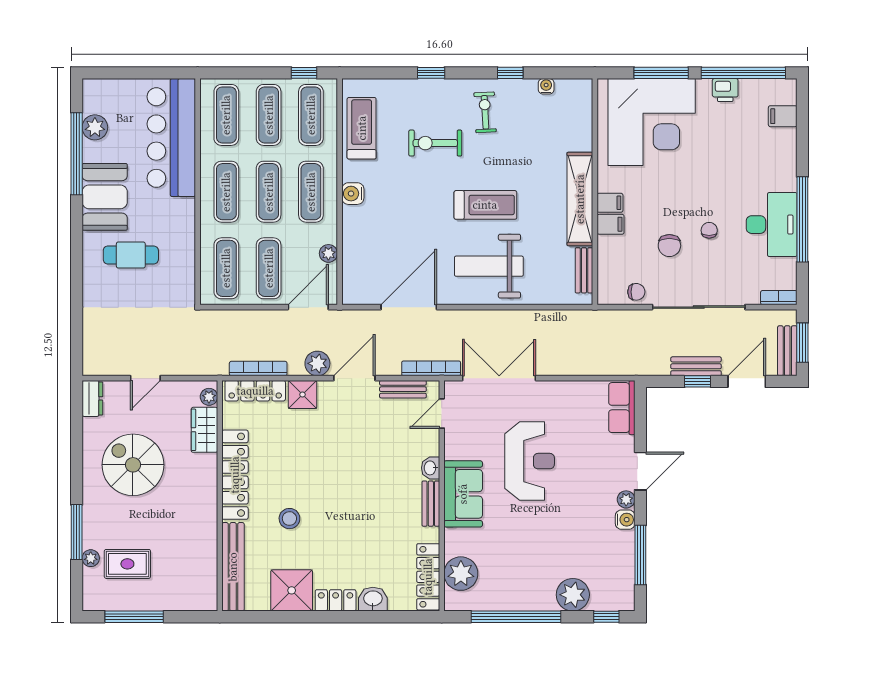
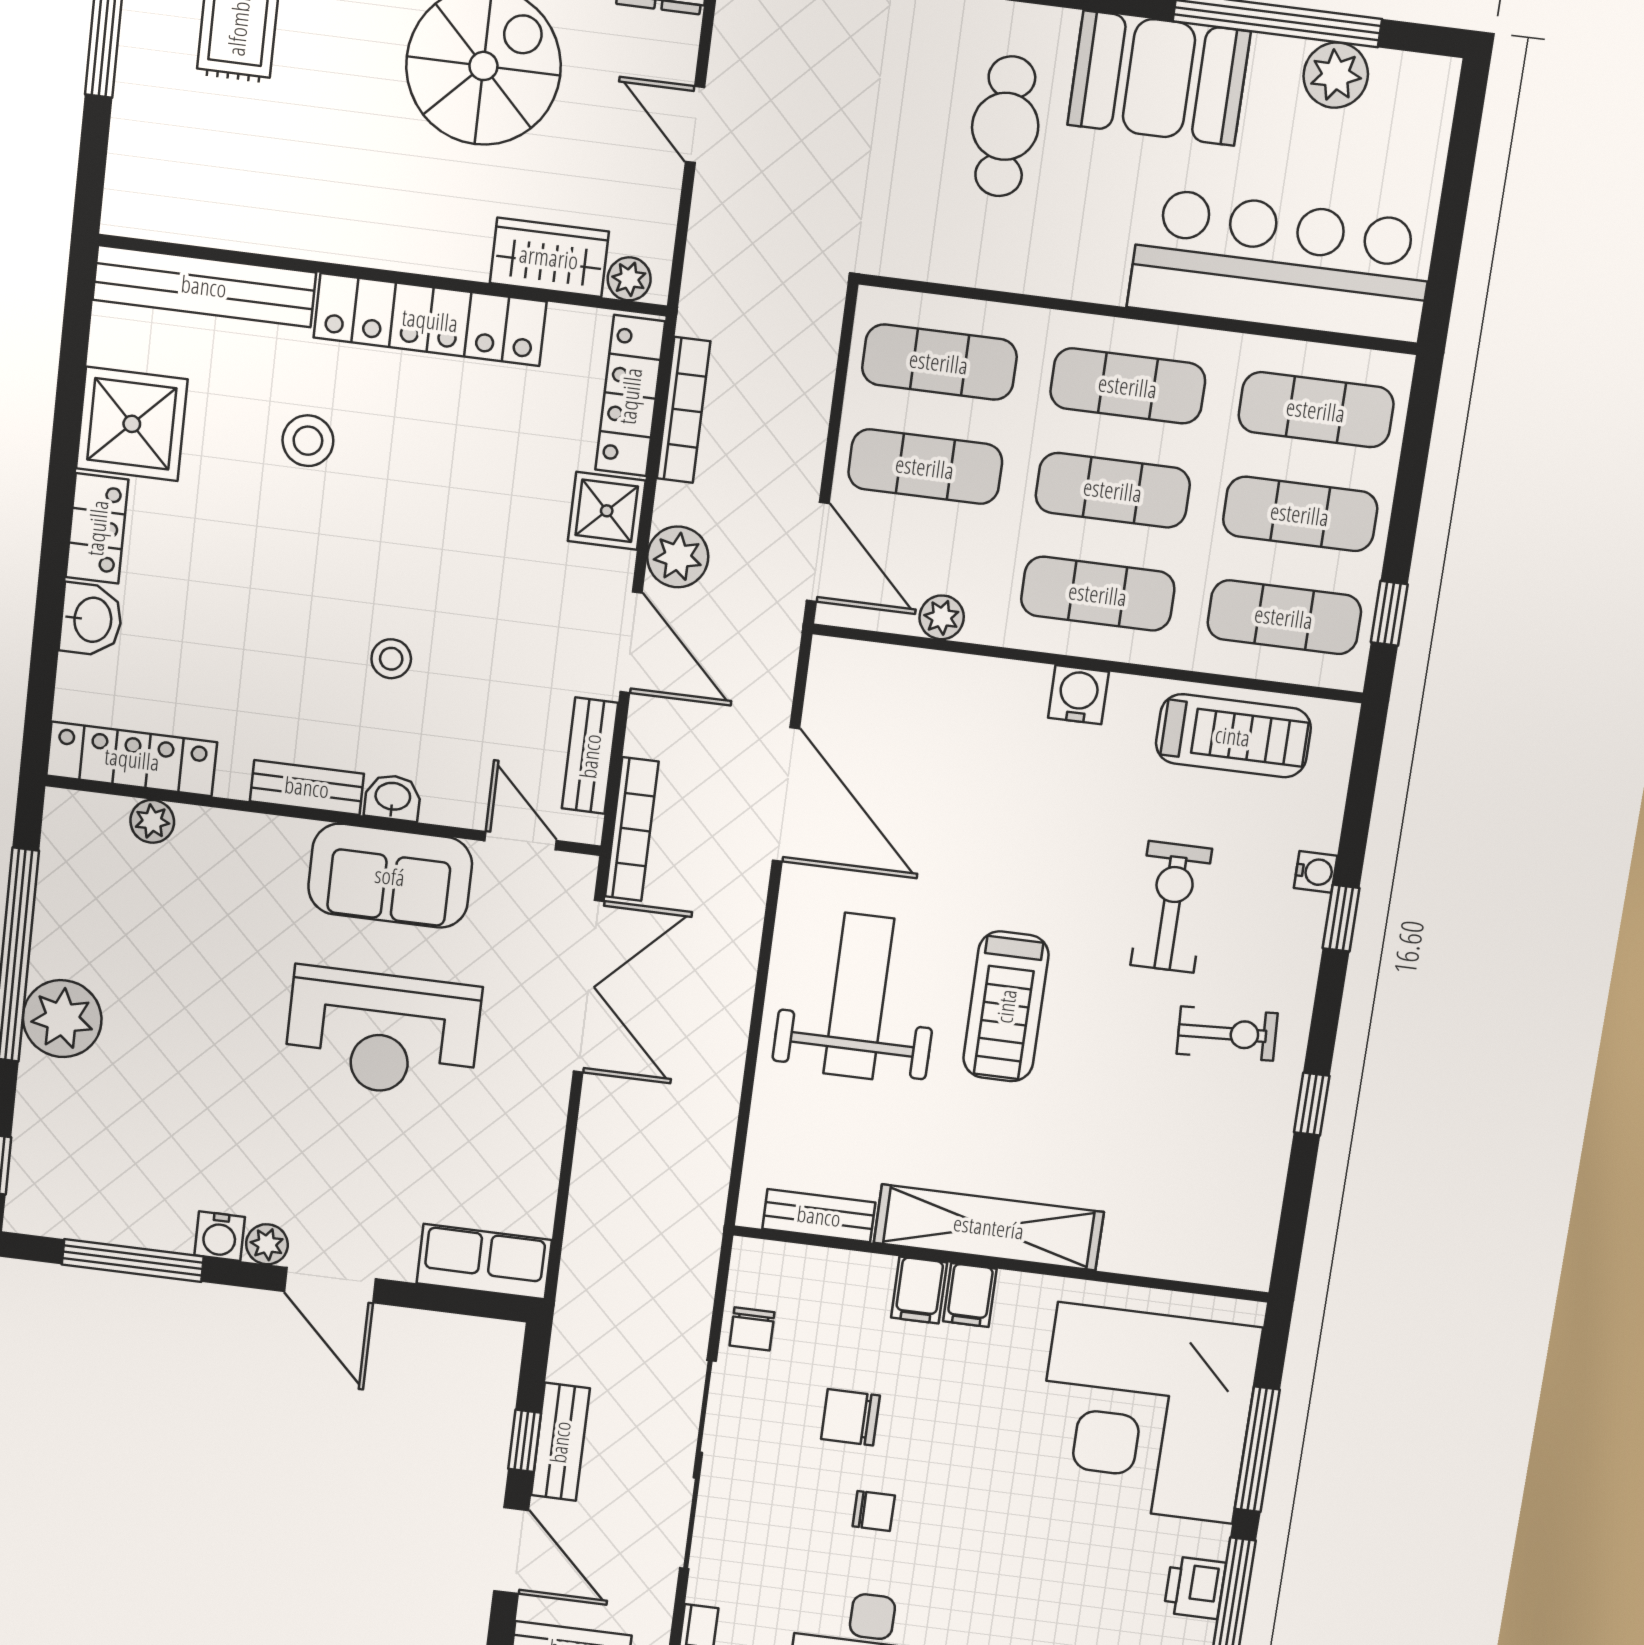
water cooler: (546, 86) -> (1316, 872), moved
stool: (373, 475) -> (391, 659), added
sofa: (463, 494) -> (390, 876), moved
plant: (461, 574) -> (152, 821), width x0.53, depth x0.53
plant: (573, 595) -> (62, 1019), moved

